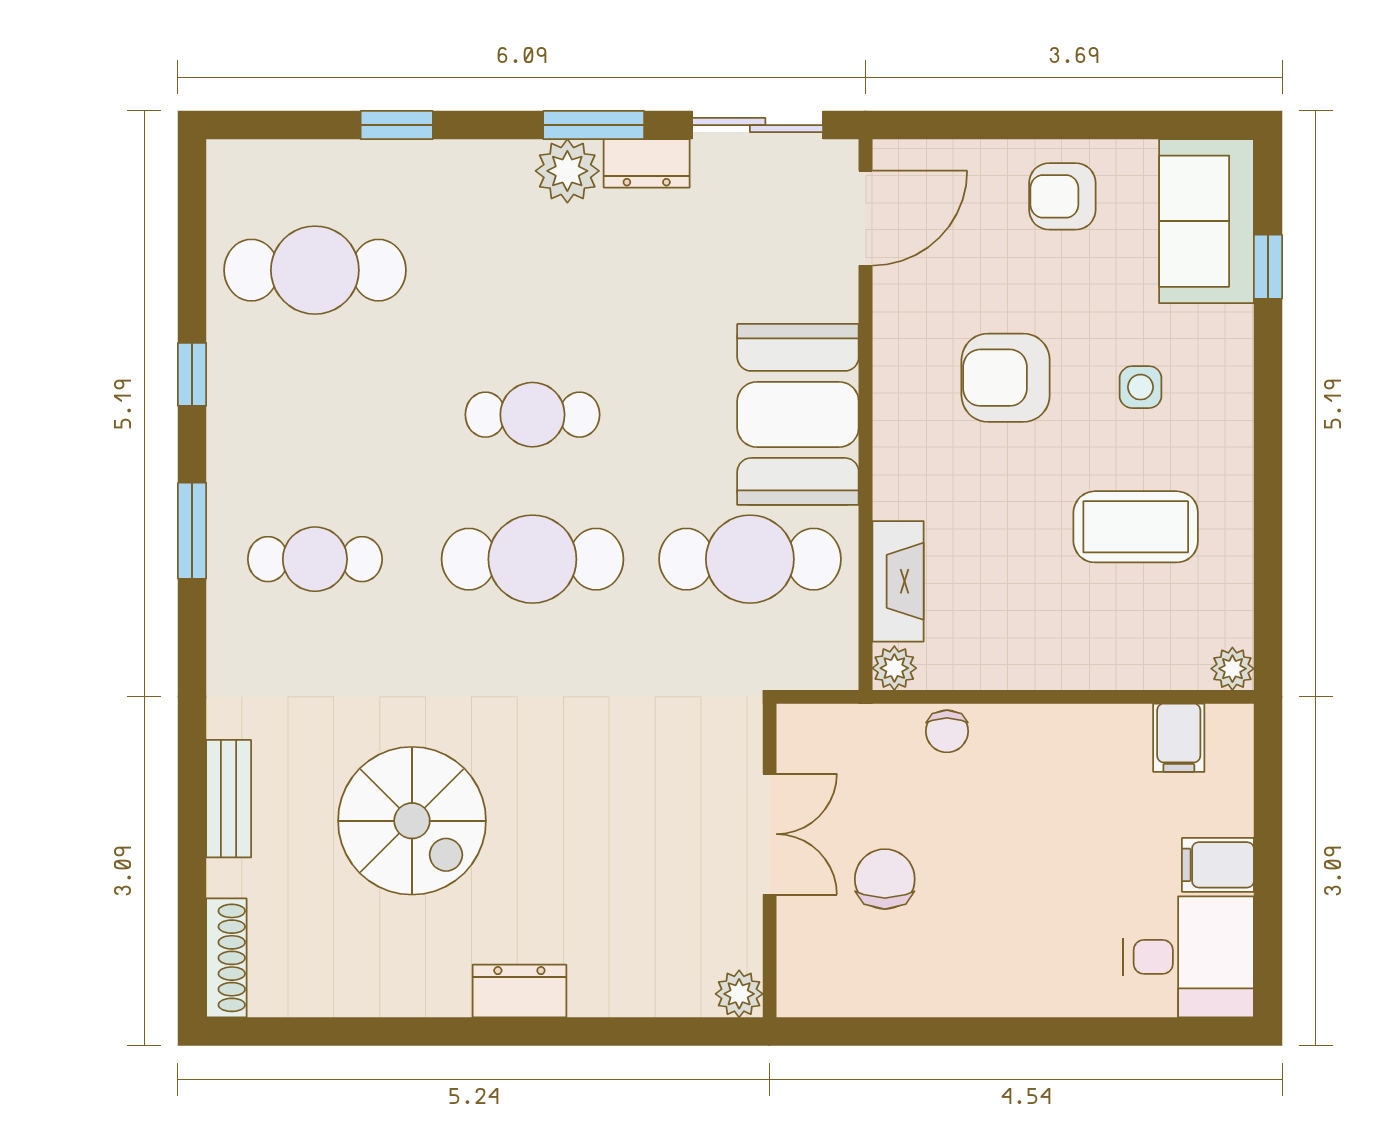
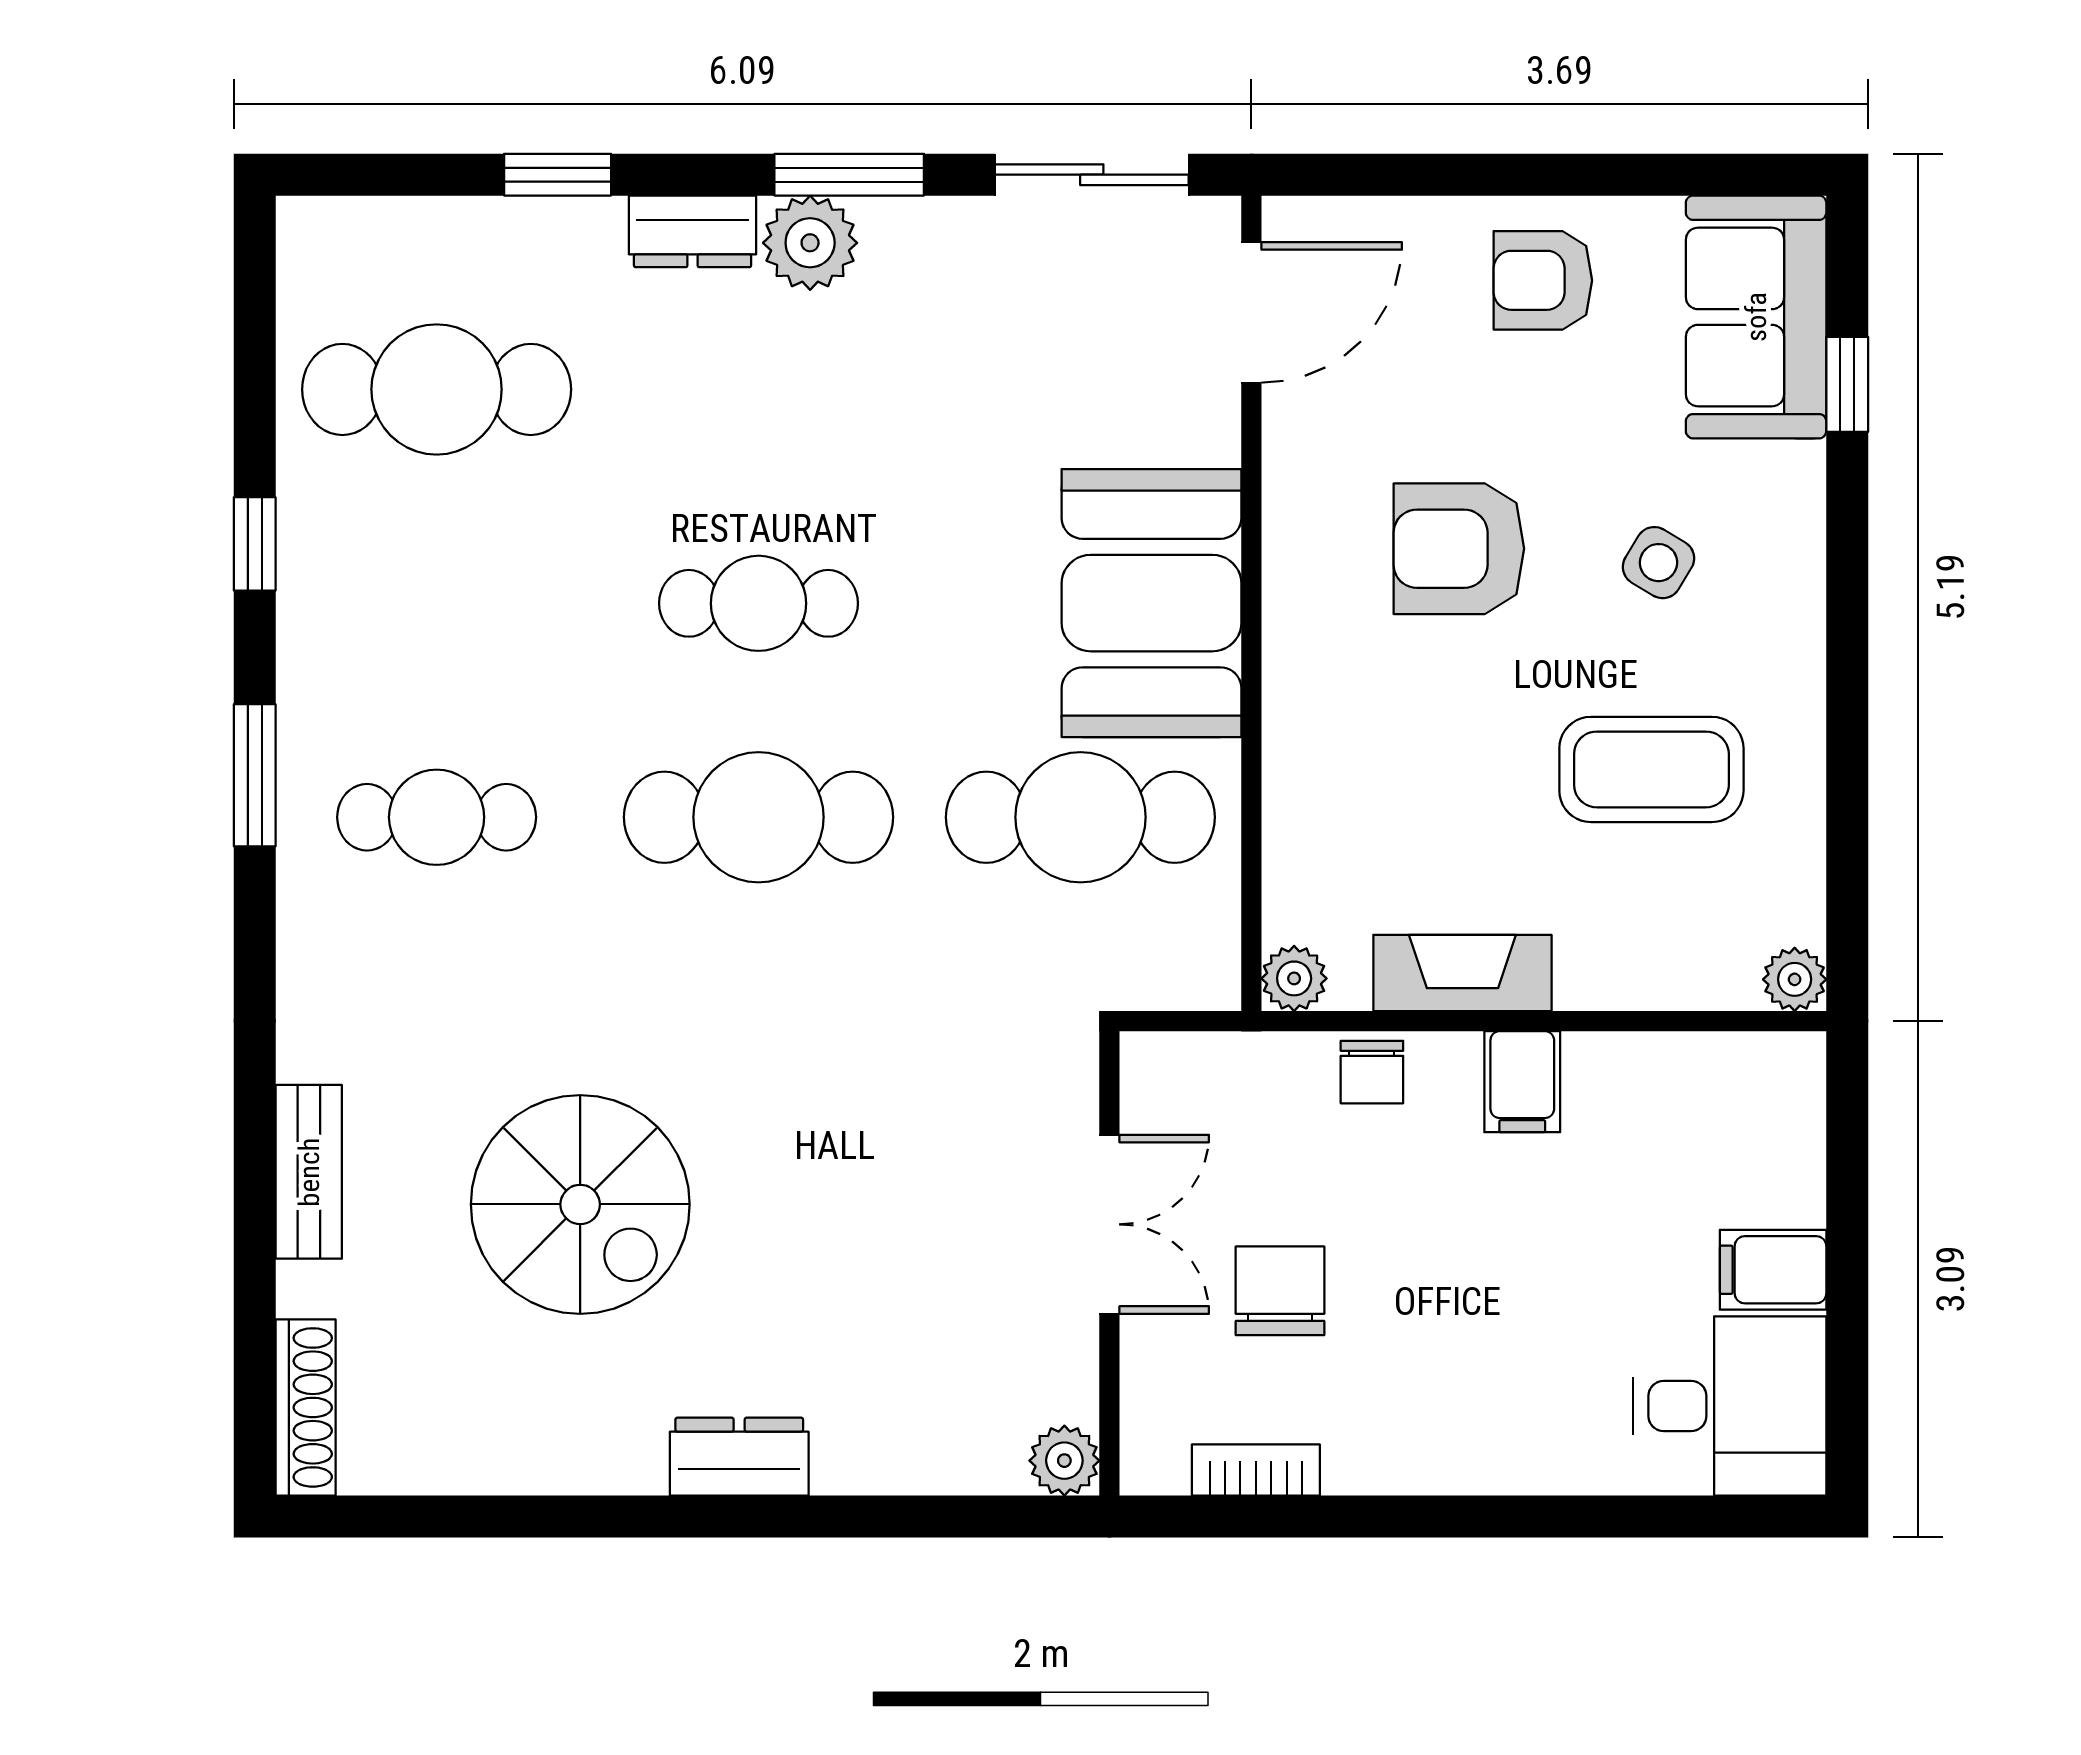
dresser: (647, 163) -> (693, 231), moved
side table: (1141, 387) -> (1658, 563), turned 31
fireplace: (898, 581) -> (1462, 973), moved, turned -90
filing cabinet: (1179, 738) -> (1522, 1082), moved
bookcase: (868, 1000) -> (1256, 1470), added

